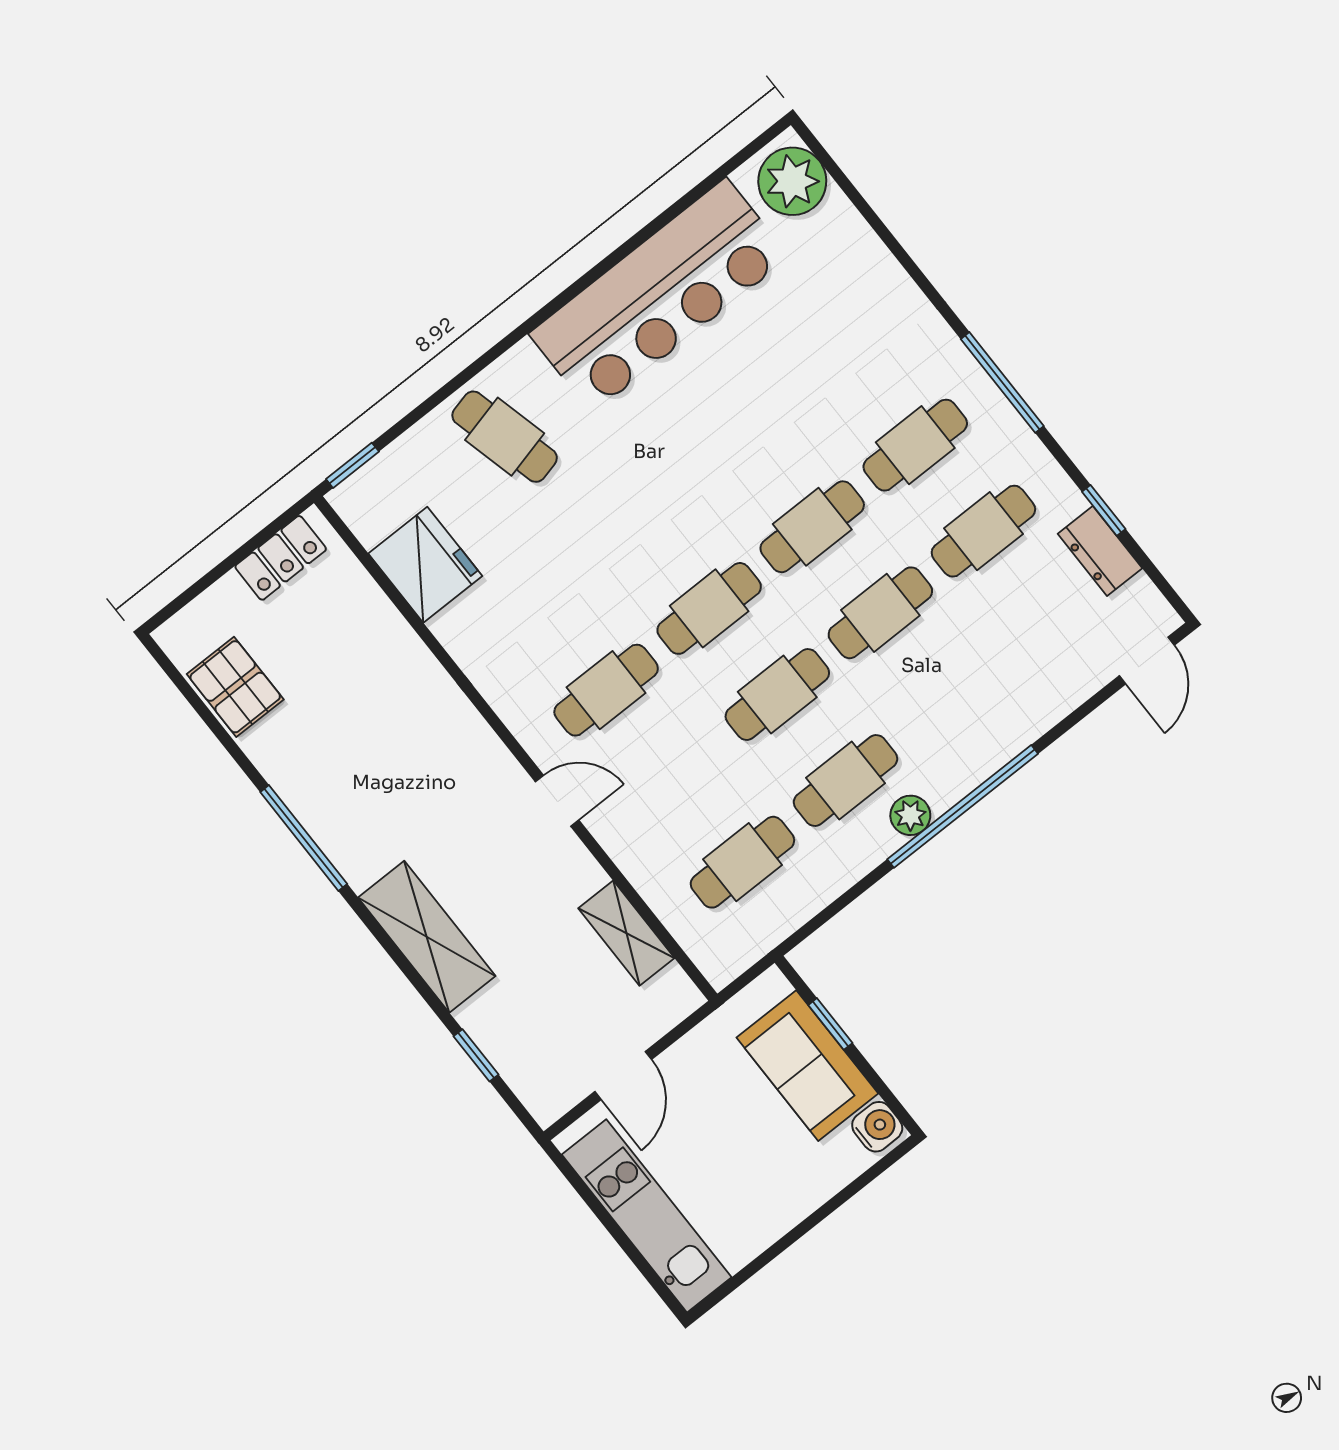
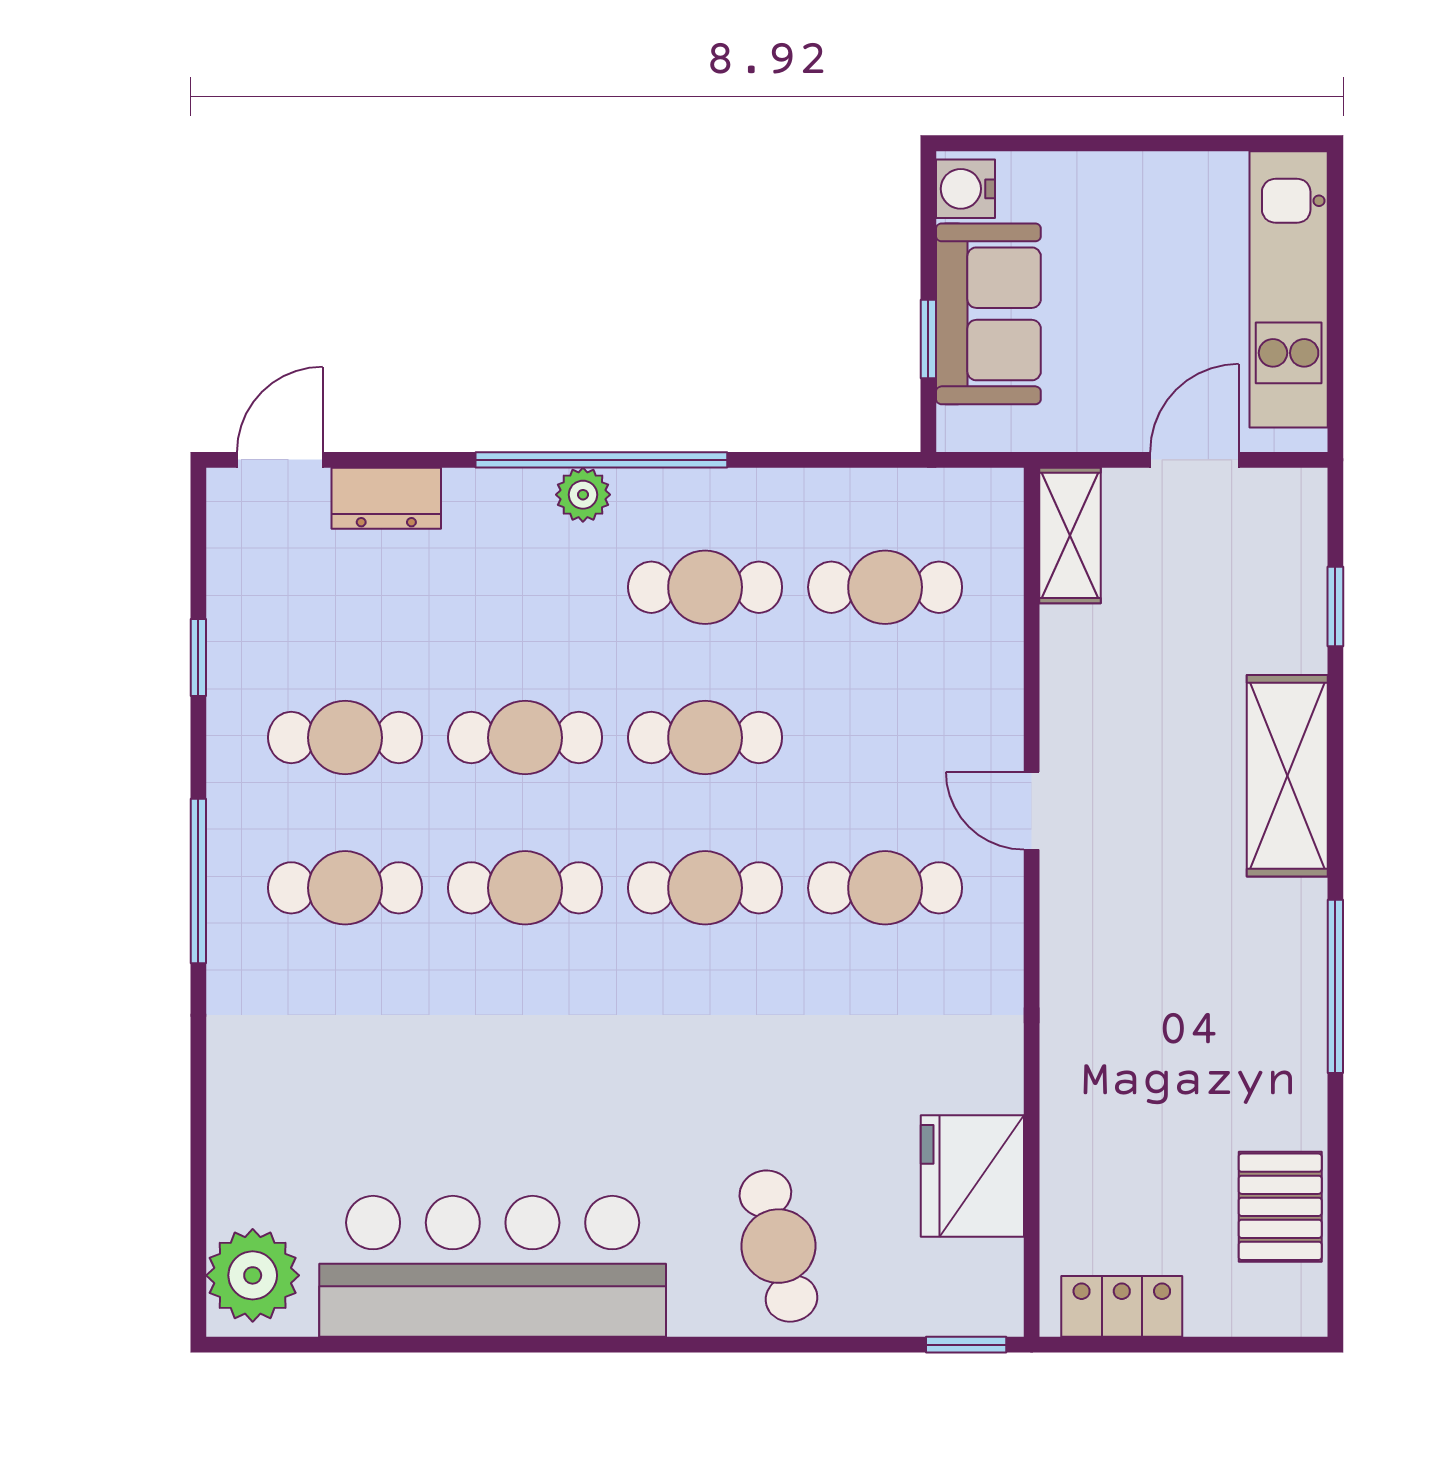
dresser: (1100, 551) -> (386, 498), moved, turned 90
plant: (910, 815) -> (583, 495), moved
shelving: (626, 933) -> (1070, 535), moved

